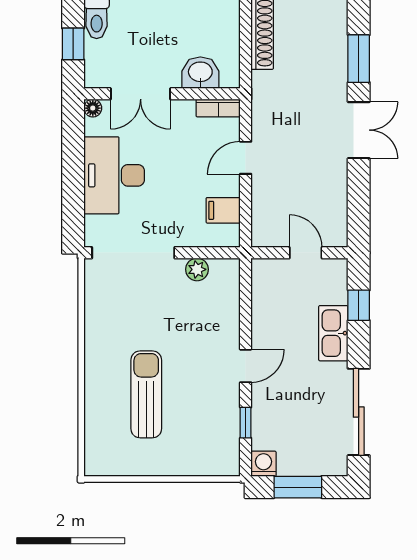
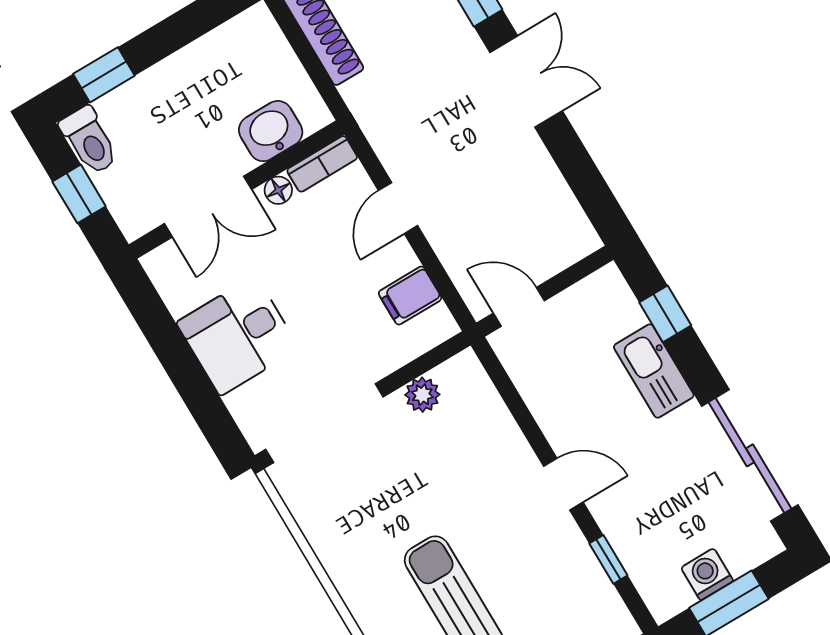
floor lamp: (93, 108) -> (278, 190), moved
desk: (114, 175) -> (238, 336), width x0.73
door: (306, 253) -> (519, 307), moved
door: (246, 366) -> (563, 484), hinge flipped
washing machine: (263, 464) -> (707, 574), moved

